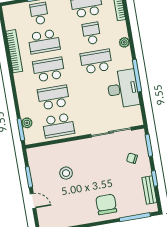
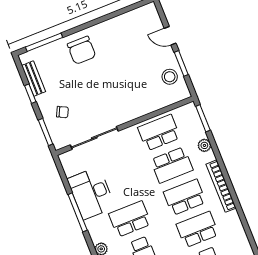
bookcase: (14, 51) -> (221, 186), moved
school desk: (96, 61) -> (130, 219), turned 180
school desk: (49, 70) -> (185, 197), turned 180
plant: (27, 123) -> (204, 145), moved
stool: (66, 173) -> (170, 77), moved

